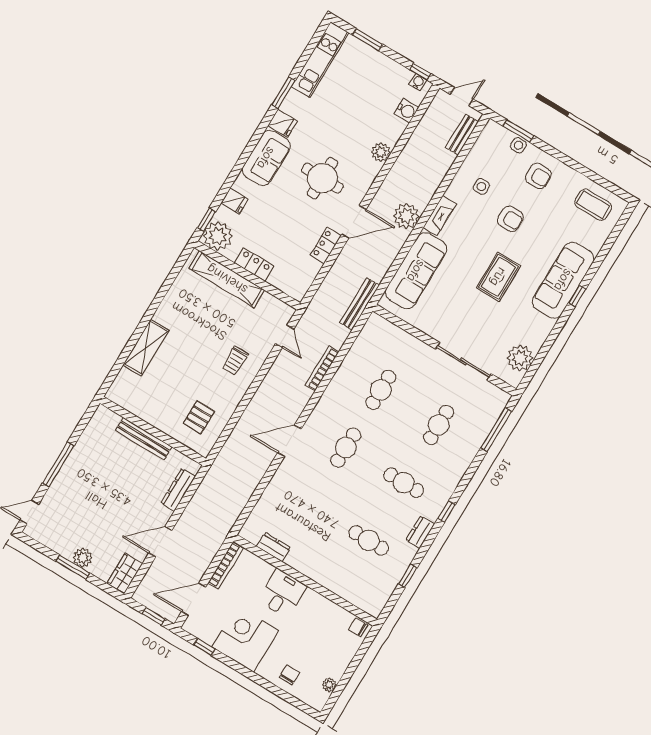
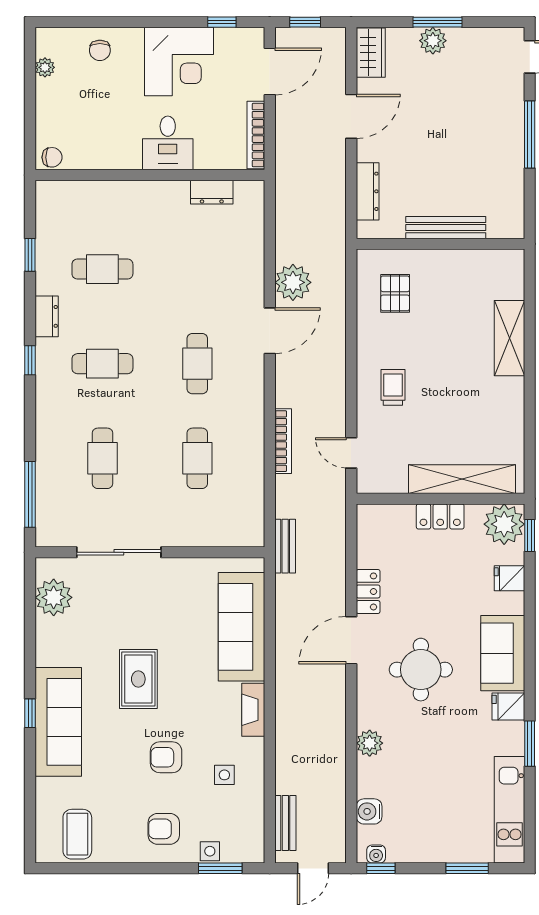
coffee table: (593, 205) -> (77, 834), turned 90
plant: (406, 216) -> (293, 282), moved
bench: (360, 304) -> (285, 546), width x0.73

